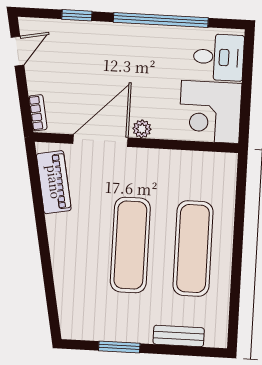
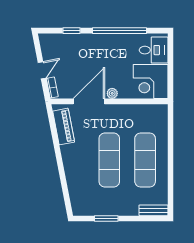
door: (17, 51) -> (42, 70), moved
bench: (179, 336) -> (153, 210), moved

